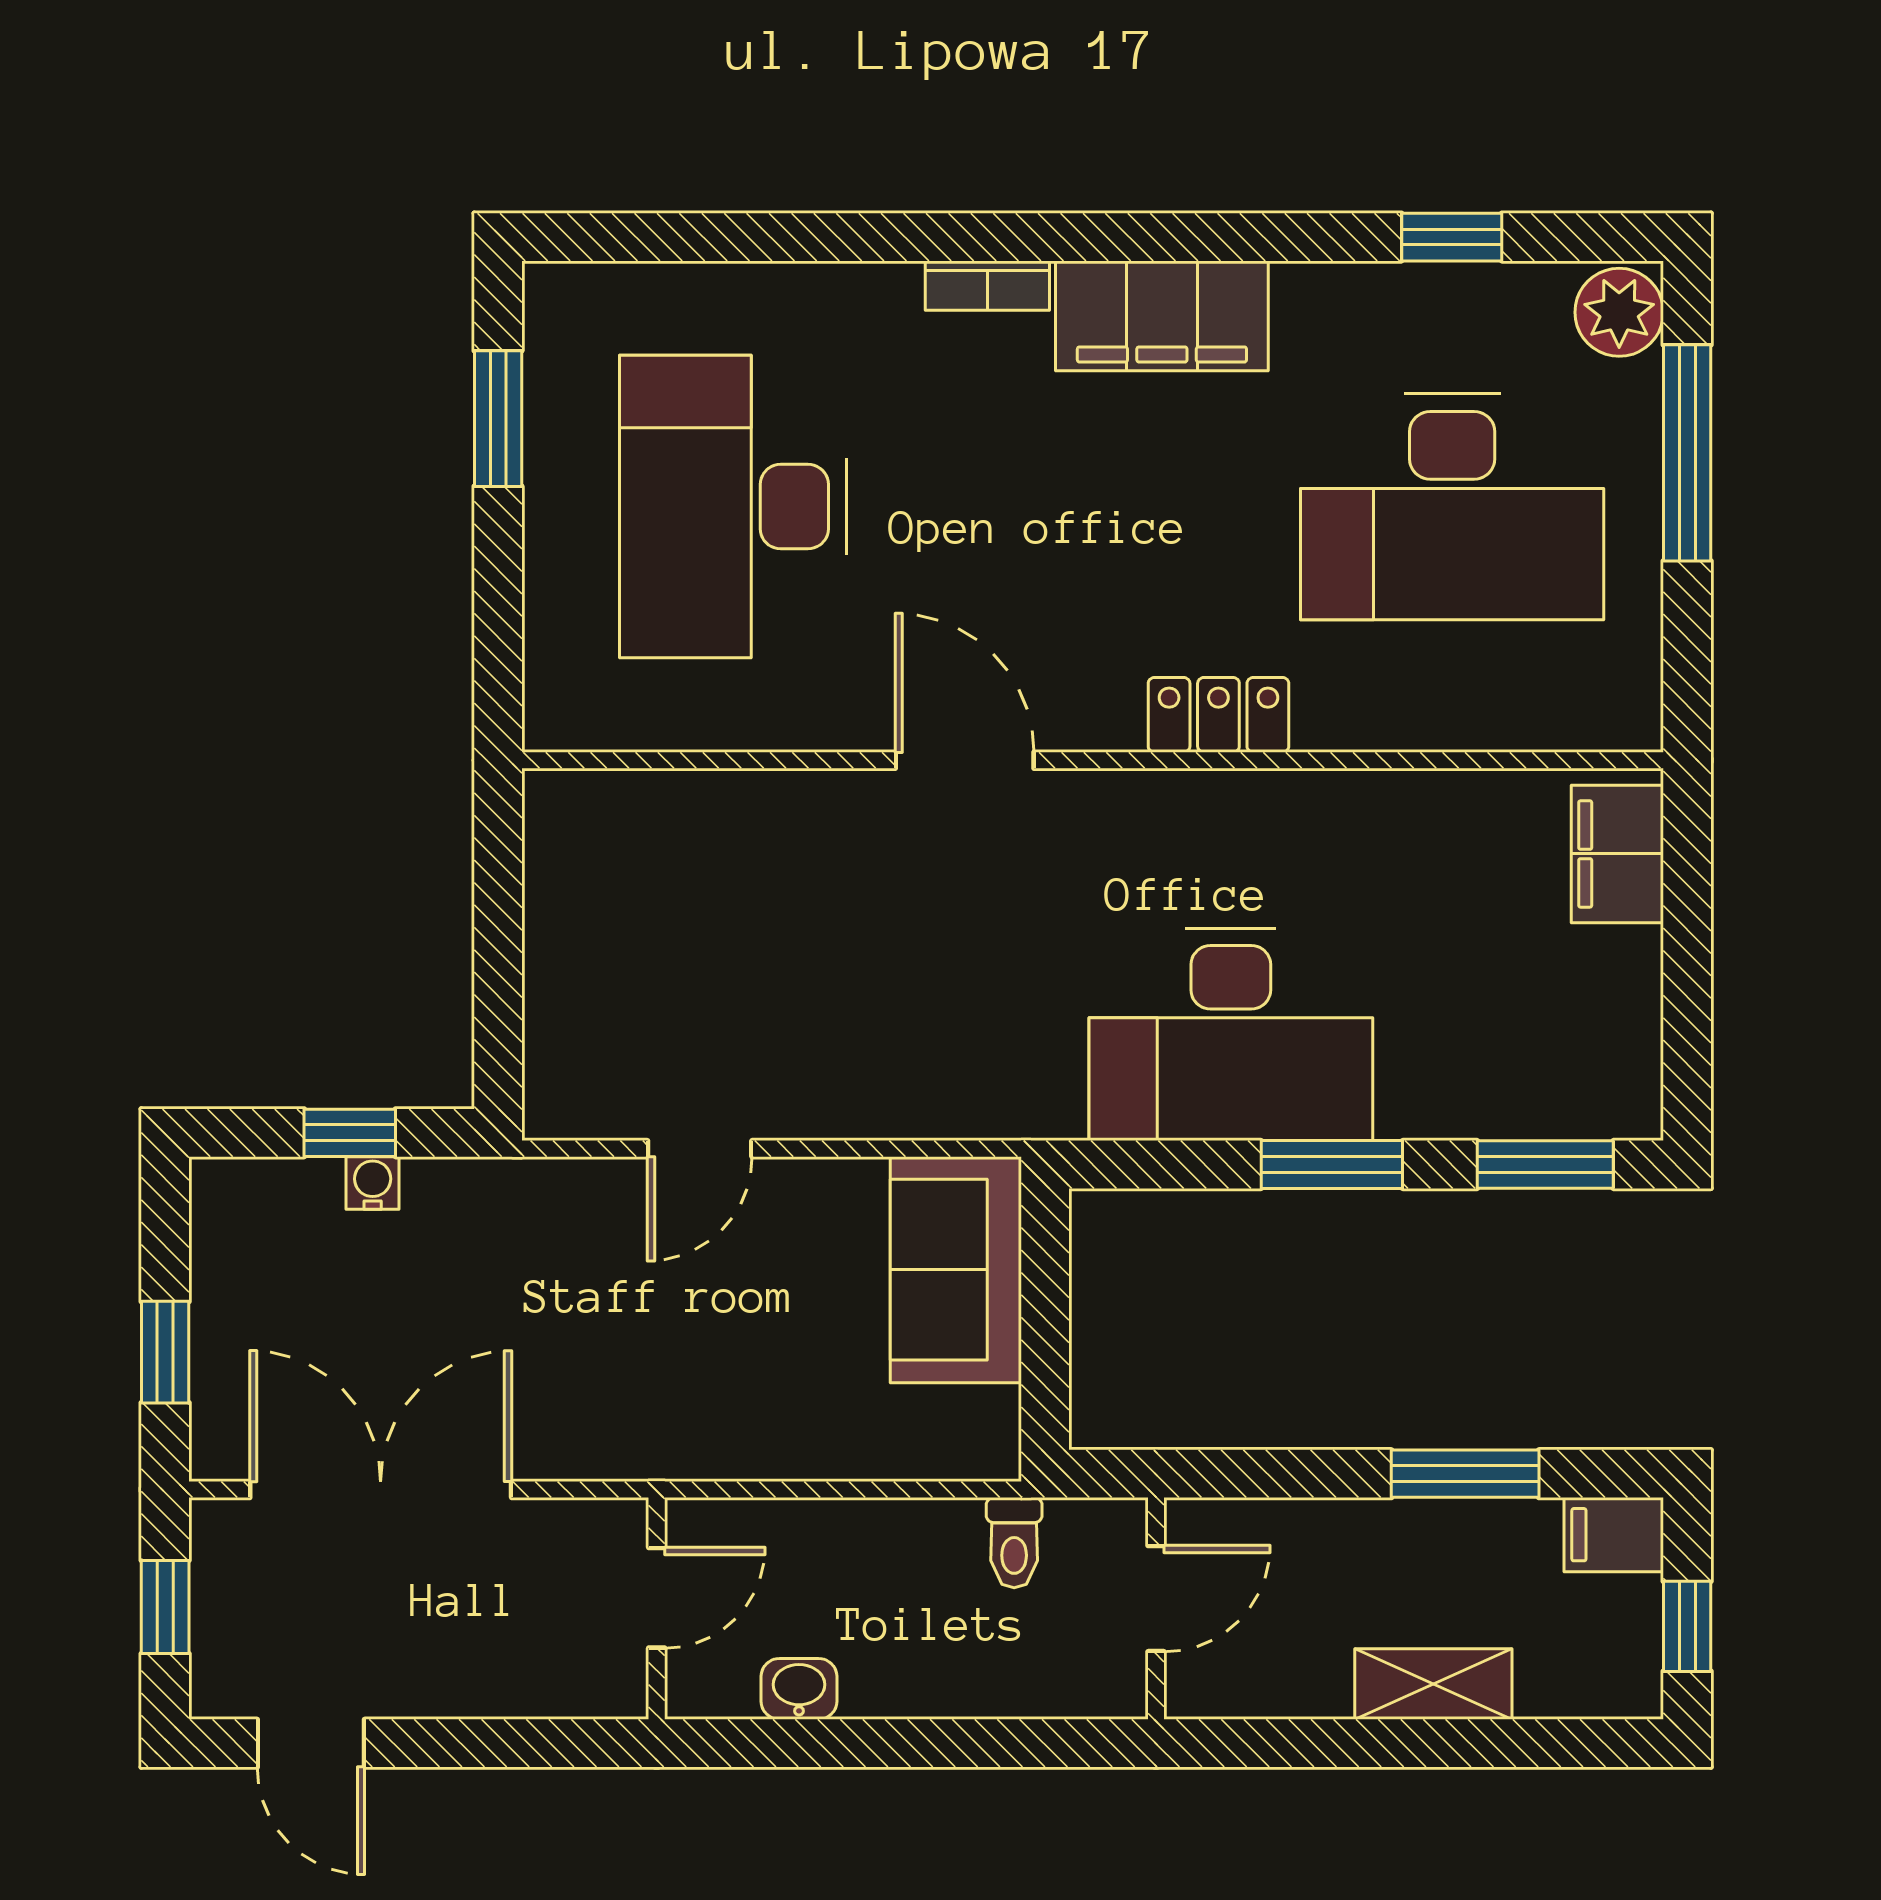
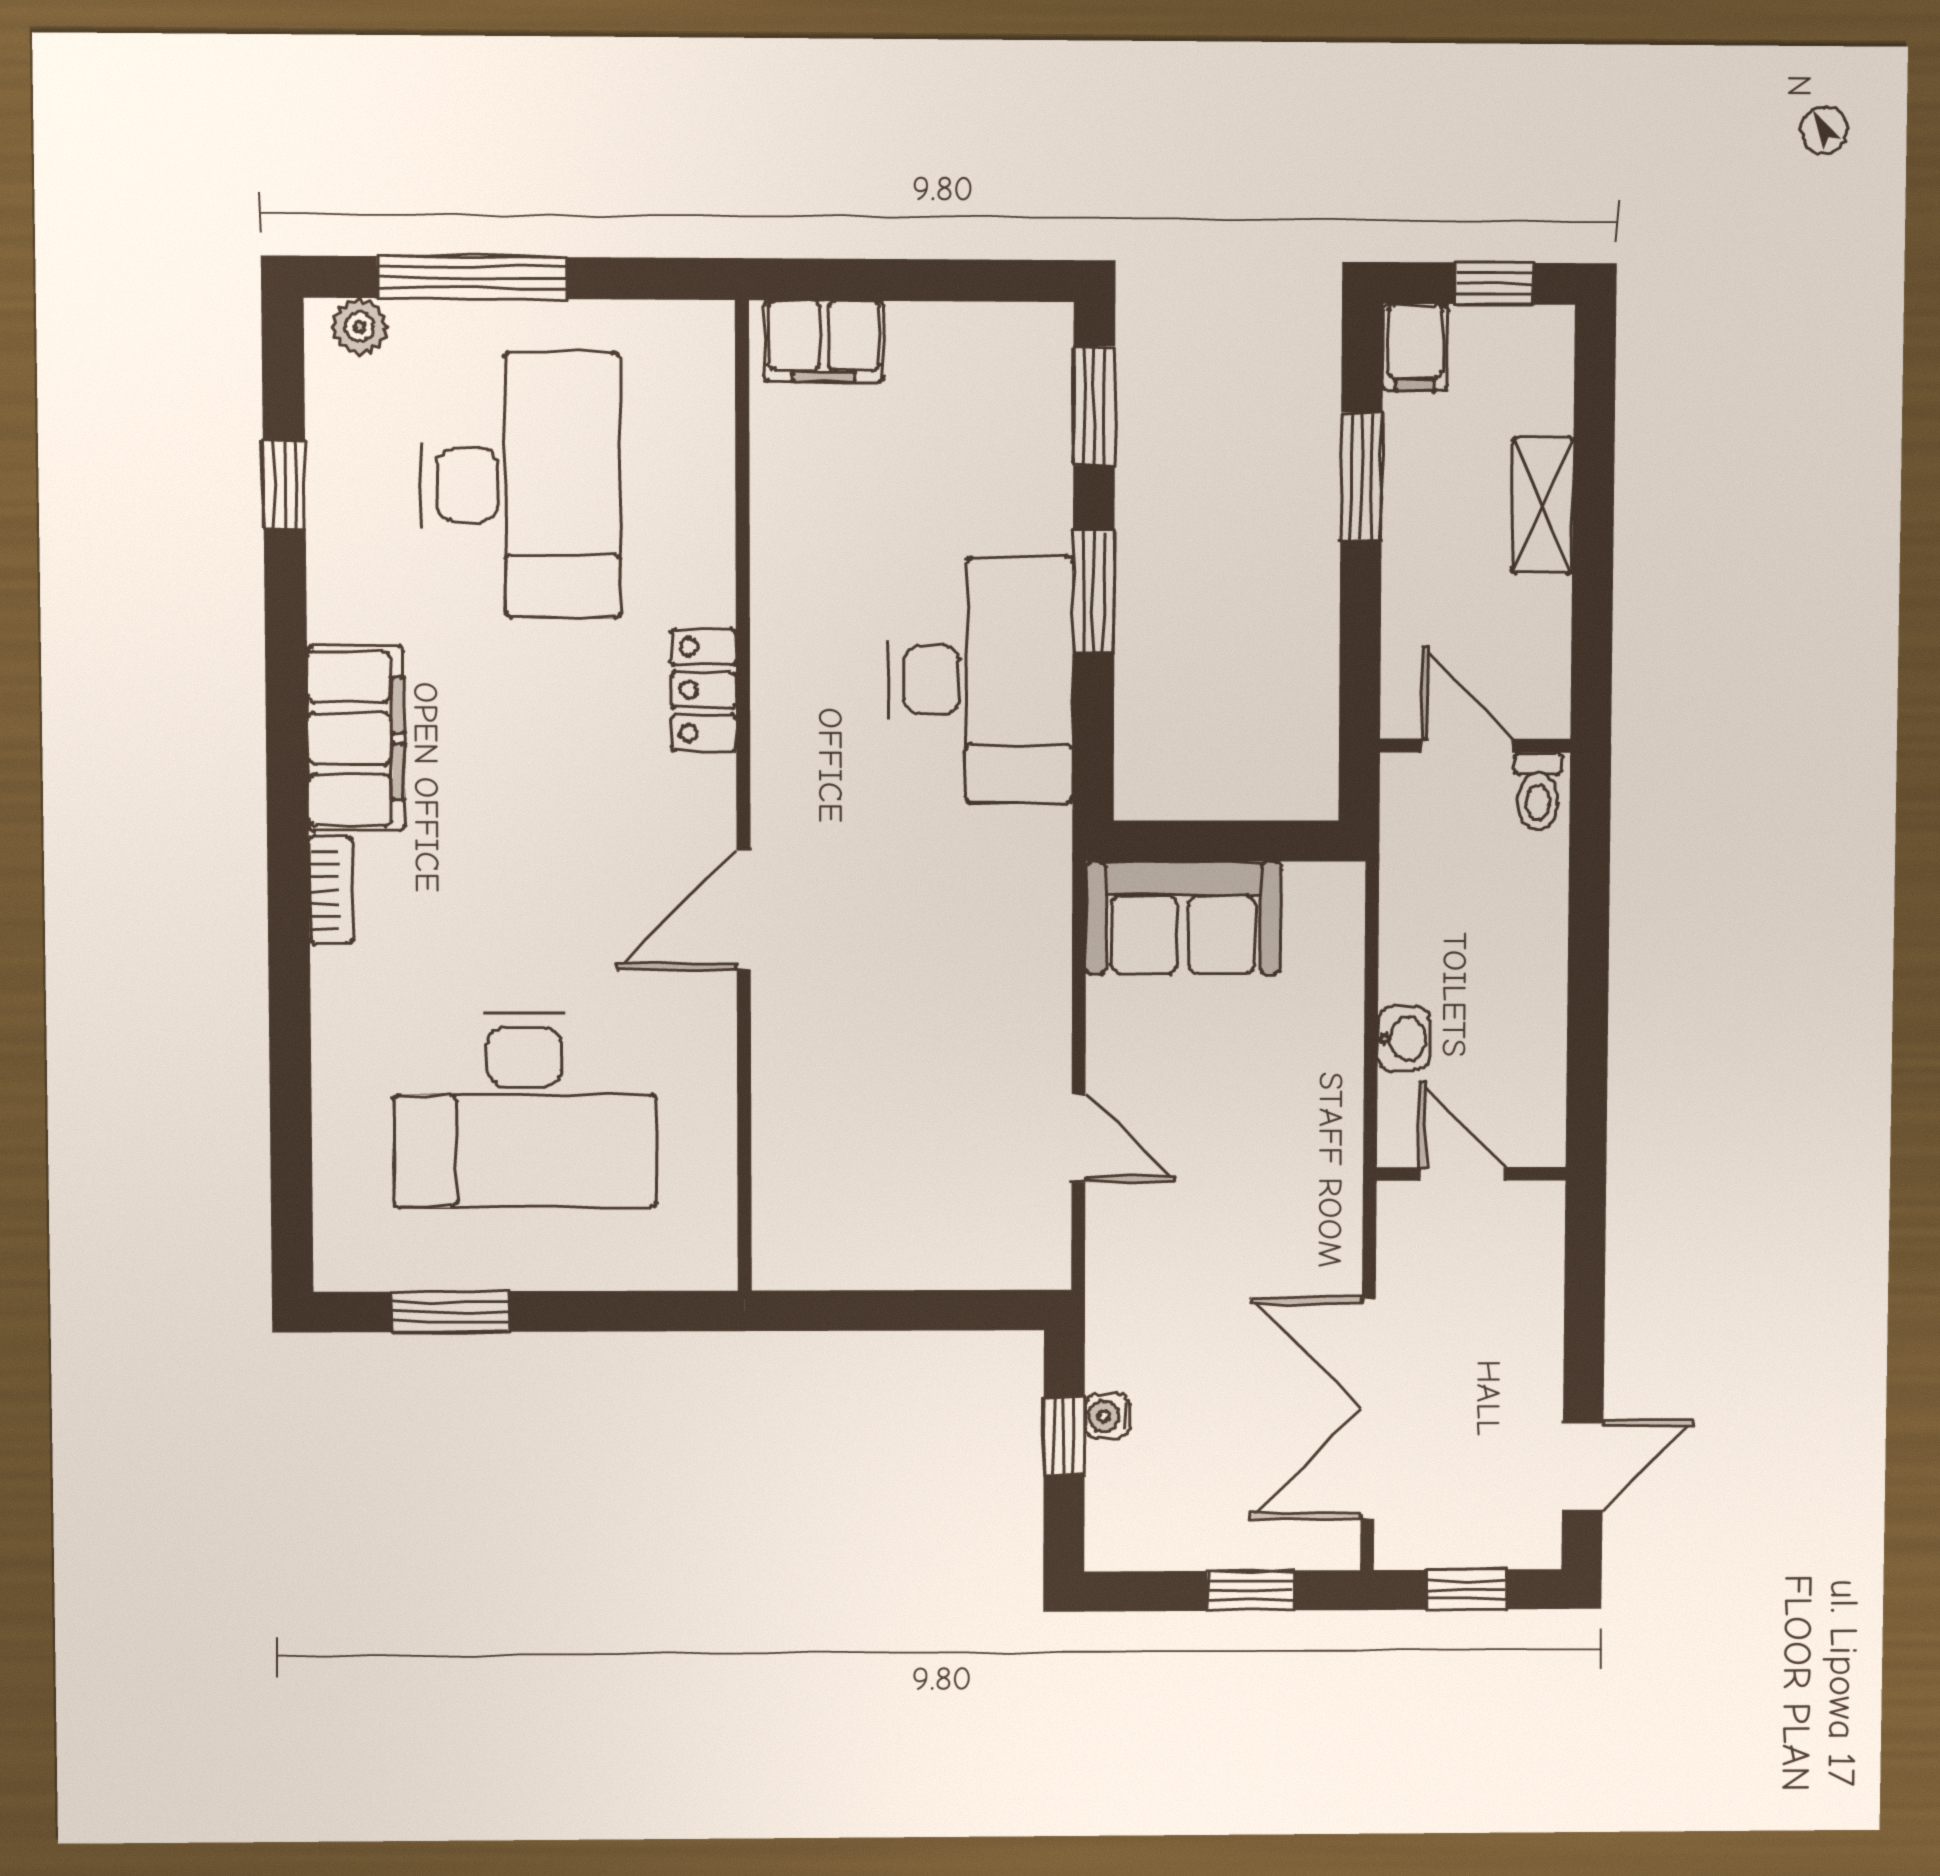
plant: (1619, 312) -> (360, 326), width x0.73, depth x0.73
toilet: (1014, 1543) -> (1538, 792), moved, turned 90
washbasin: (799, 1689) -> (1404, 1039), moved, turned 180

